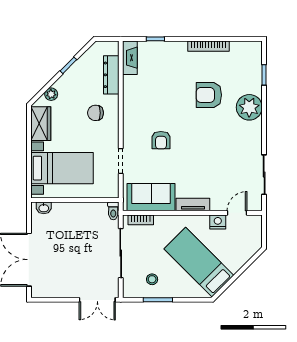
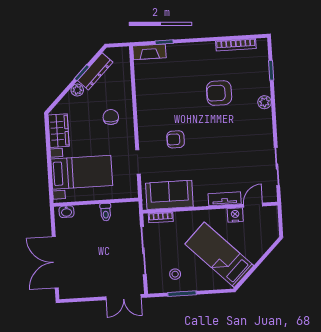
bookcase: (209, 46) -> (236, 45), moved
fireplace: (130, 58) -> (149, 52), moved, turned 90
dresser: (111, 75) -> (95, 71), moved, turned -135
plant: (51, 94) -> (77, 90), moved
plant: (249, 107) -> (265, 102), width x0.53, depth x0.53
chair: (95, 113) -> (111, 117), turned 90
armchair: (161, 140) -> (176, 139), turned 90
tv unit: (193, 205) -> (225, 199), moved
toilet: (113, 211) -> (106, 212), moved

